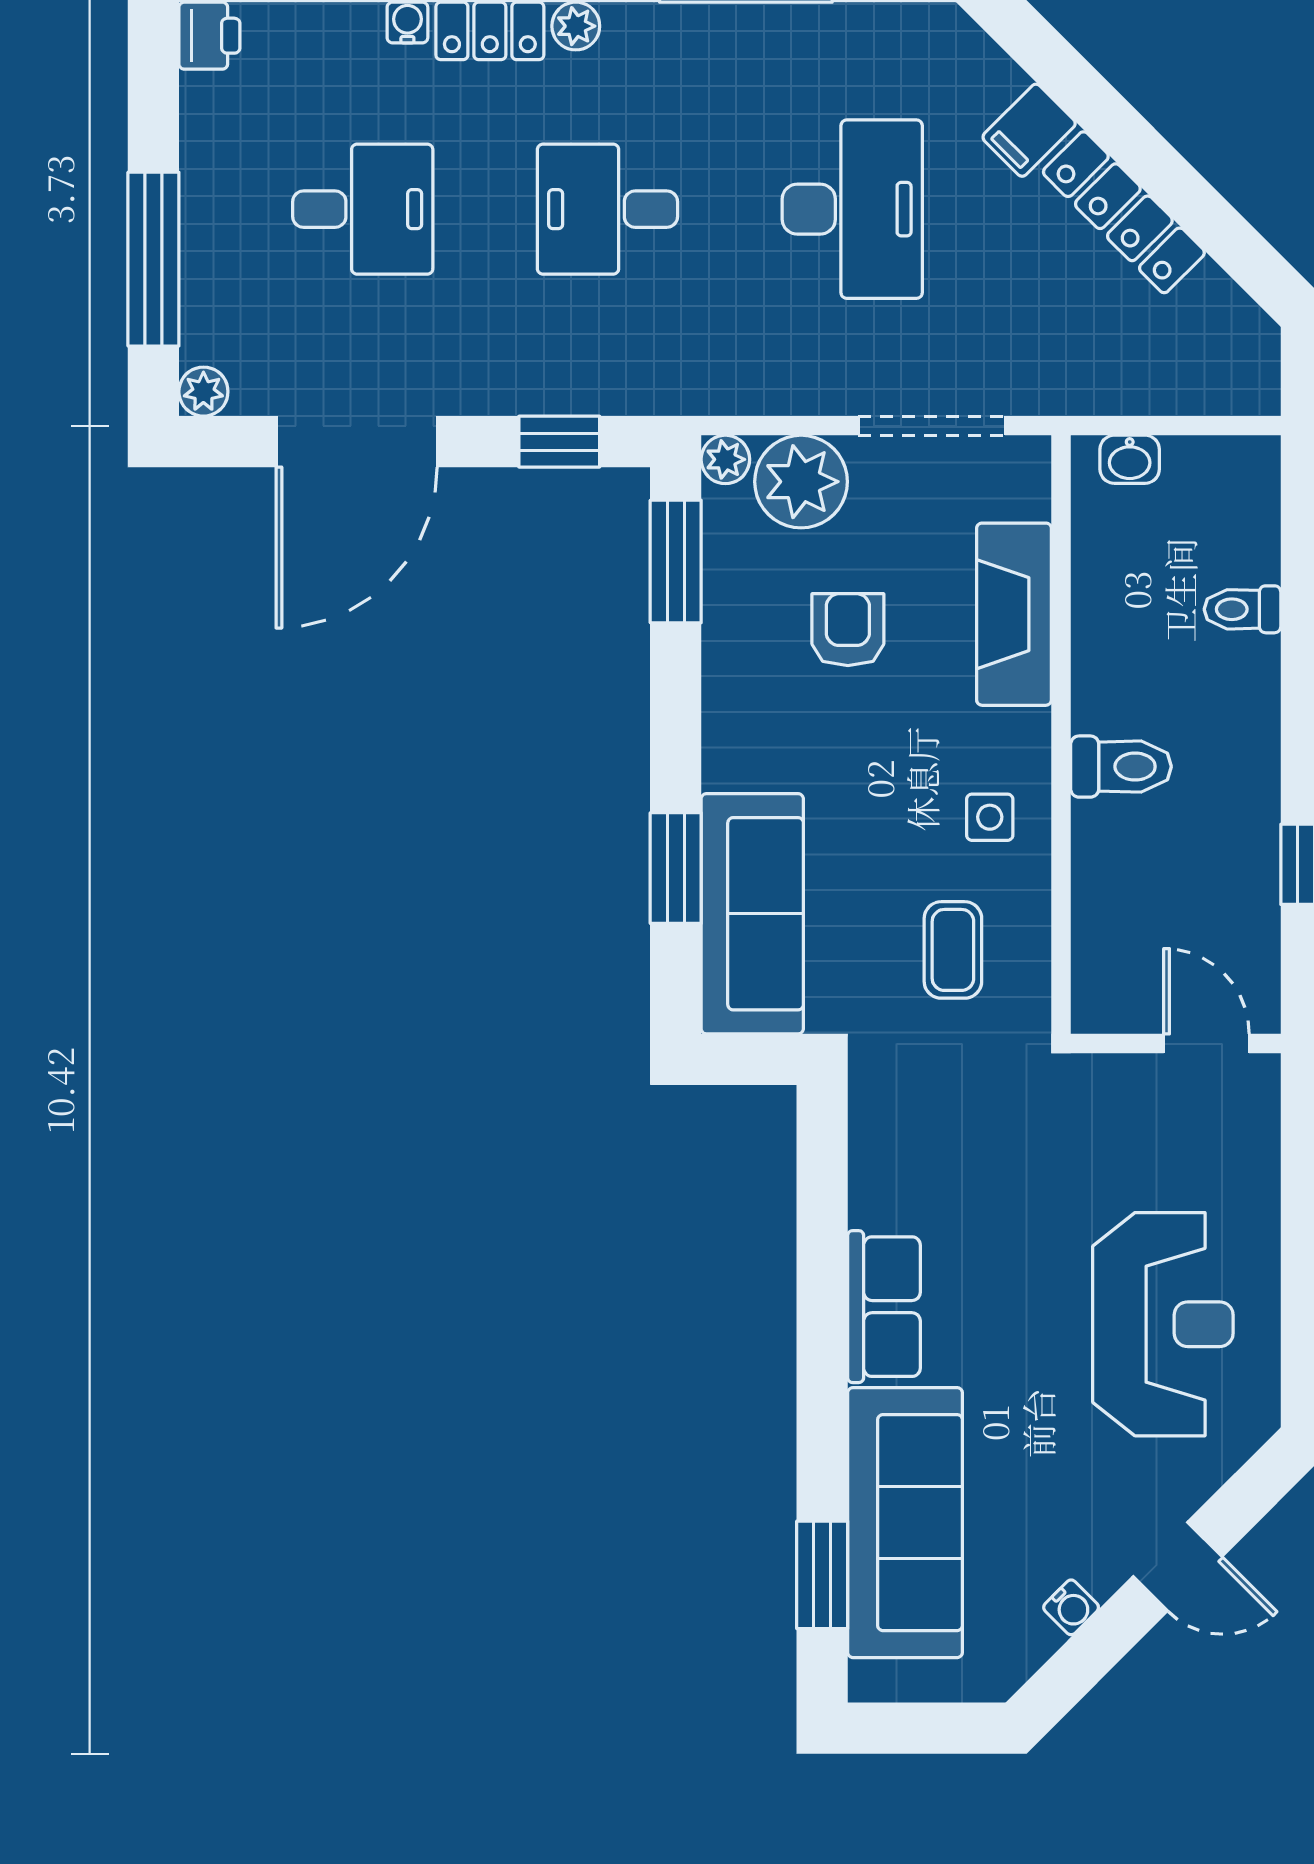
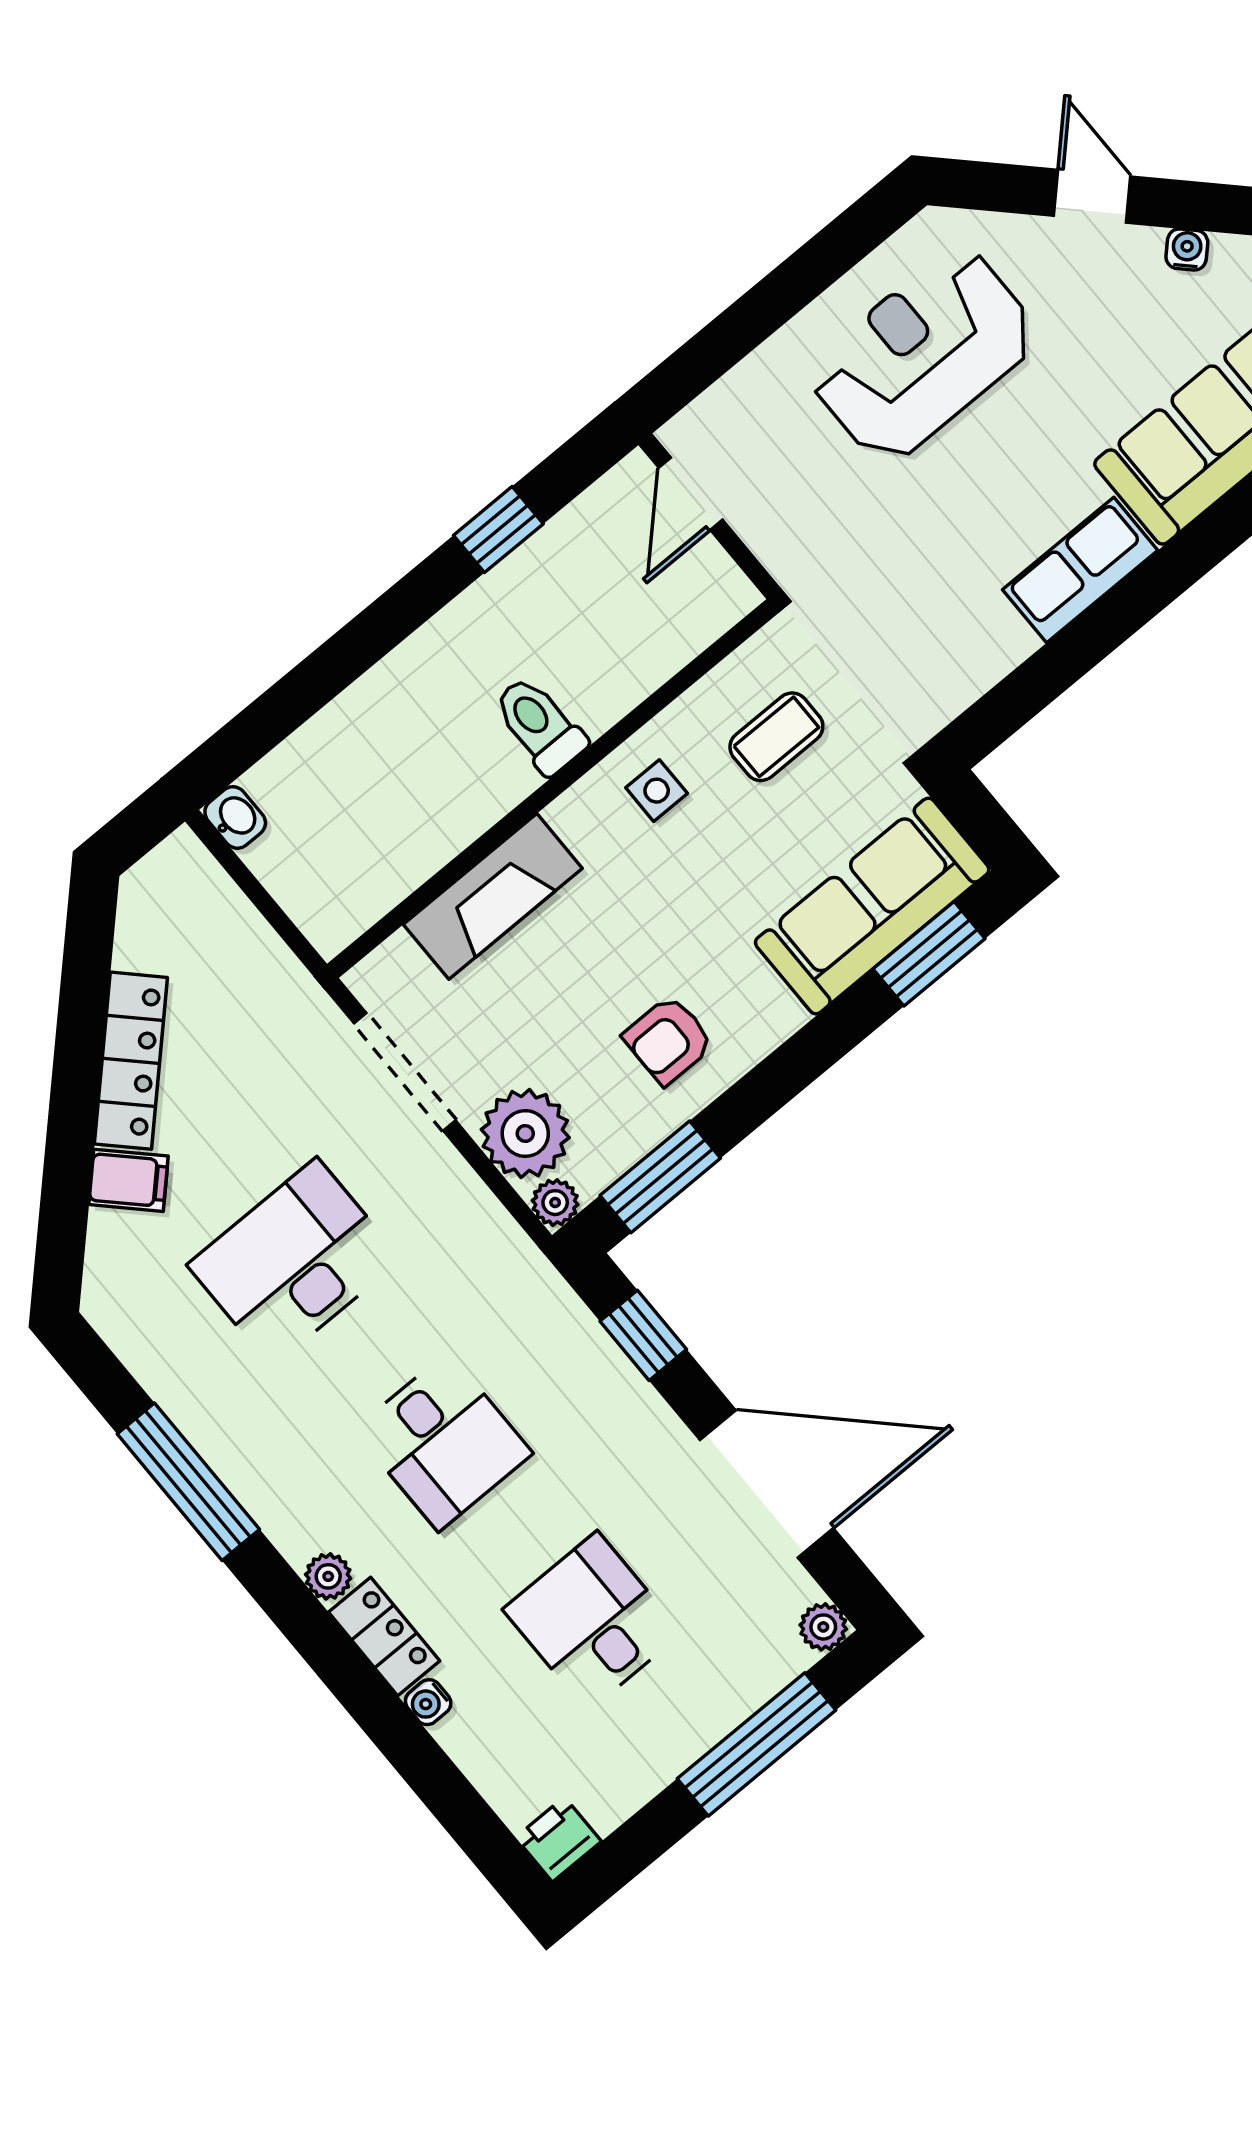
washbasin: (1130, 459) -> (235, 817), moved
toilet: (1242, 609) -> (350, 732), removed
armchair: (848, 630) -> (668, 1040), moved
window: (676, 868) -> (929, 954), moved

